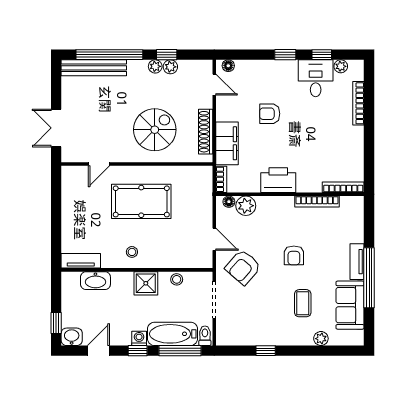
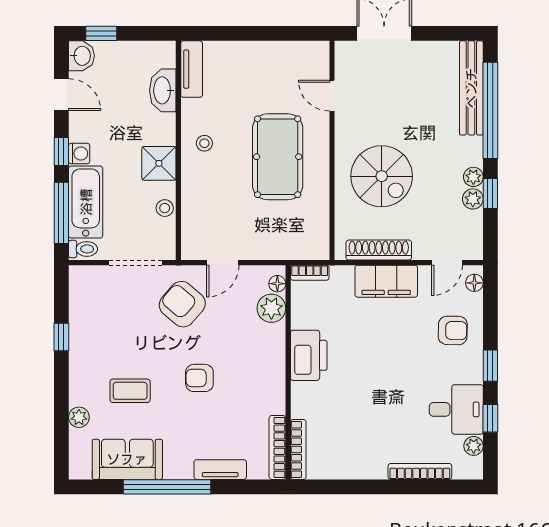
armchair: (270, 114) -> (453, 330), moved, turned 91
filing cabinet: (227, 143) -> (386, 281), moved
bookcase: (317, 202) -> (277, 447), moved
tv unit: (357, 262) -> (220, 470), moved

